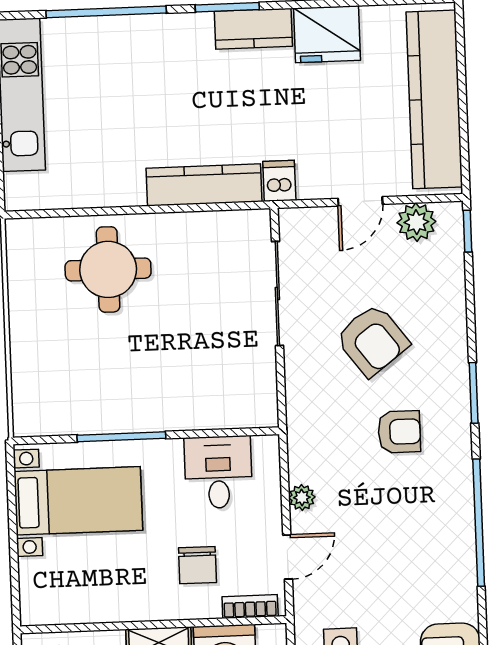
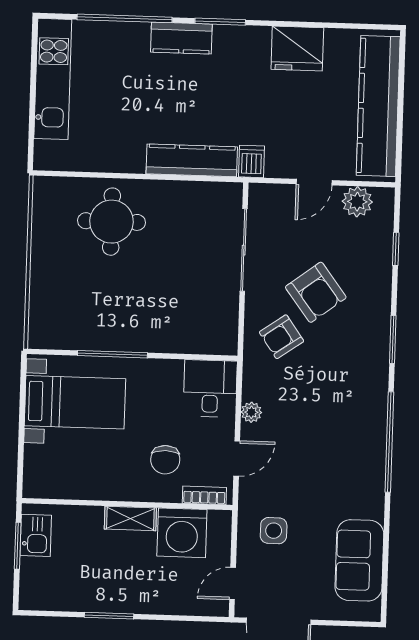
kitchen counter: (253, 29) -> (181, 38), moved
window: (467, 231) -> (396, 249), moved
armchair: (399, 432) -> (281, 337), moved, turned 145
desk: (218, 472) -> (210, 388), moved

